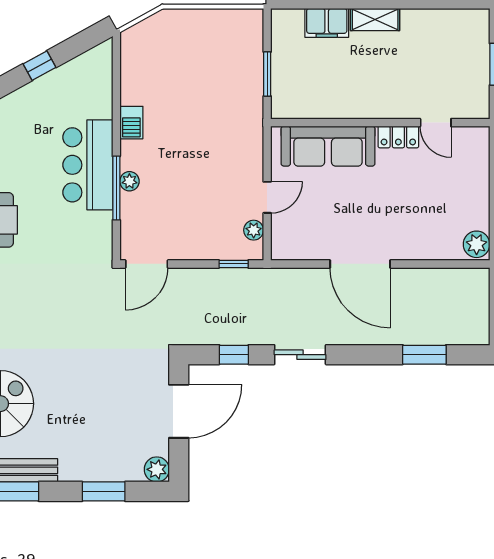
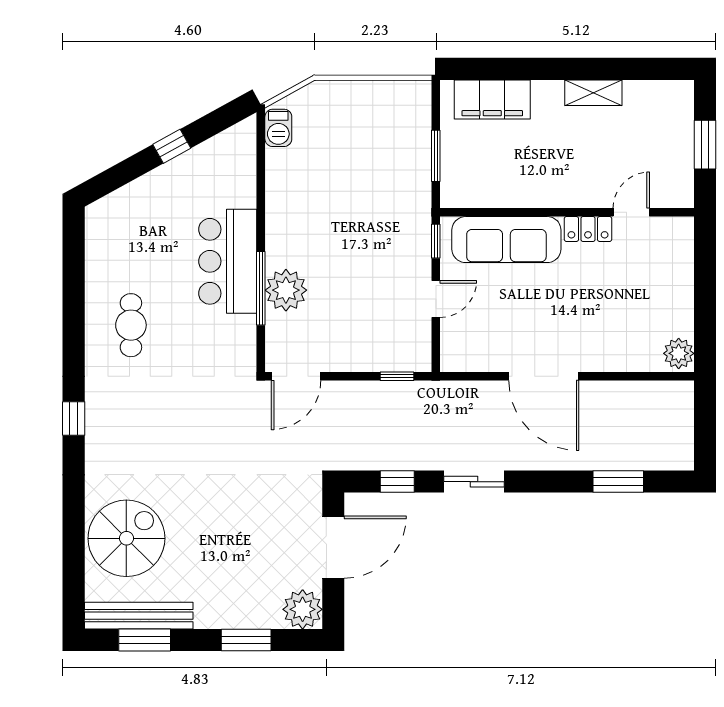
shelving: (375, 19) -> (593, 93), moved
filing cabinet: (327, 23) -> (492, 99), width x1.50, depth x1.17
barbecue: (131, 123) -> (278, 128), moved
door: (436, 123) -> (631, 212), swing flipped
window: (267, 147) -> (436, 241), added
plant: (129, 181) -> (286, 290), width x1.87, depth x1.87
plant: (254, 230) -> (420, 337), removed
plant: (157, 469) -> (303, 609), width x1.36, depth x1.36

